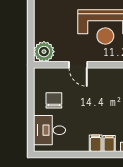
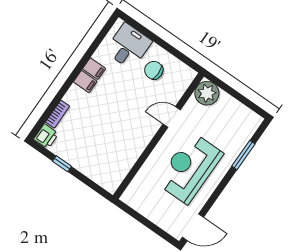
chair: (54, 100) -> (154, 70), turned 180
filing cabinet: (109, 143) -> (94, 69), moved

